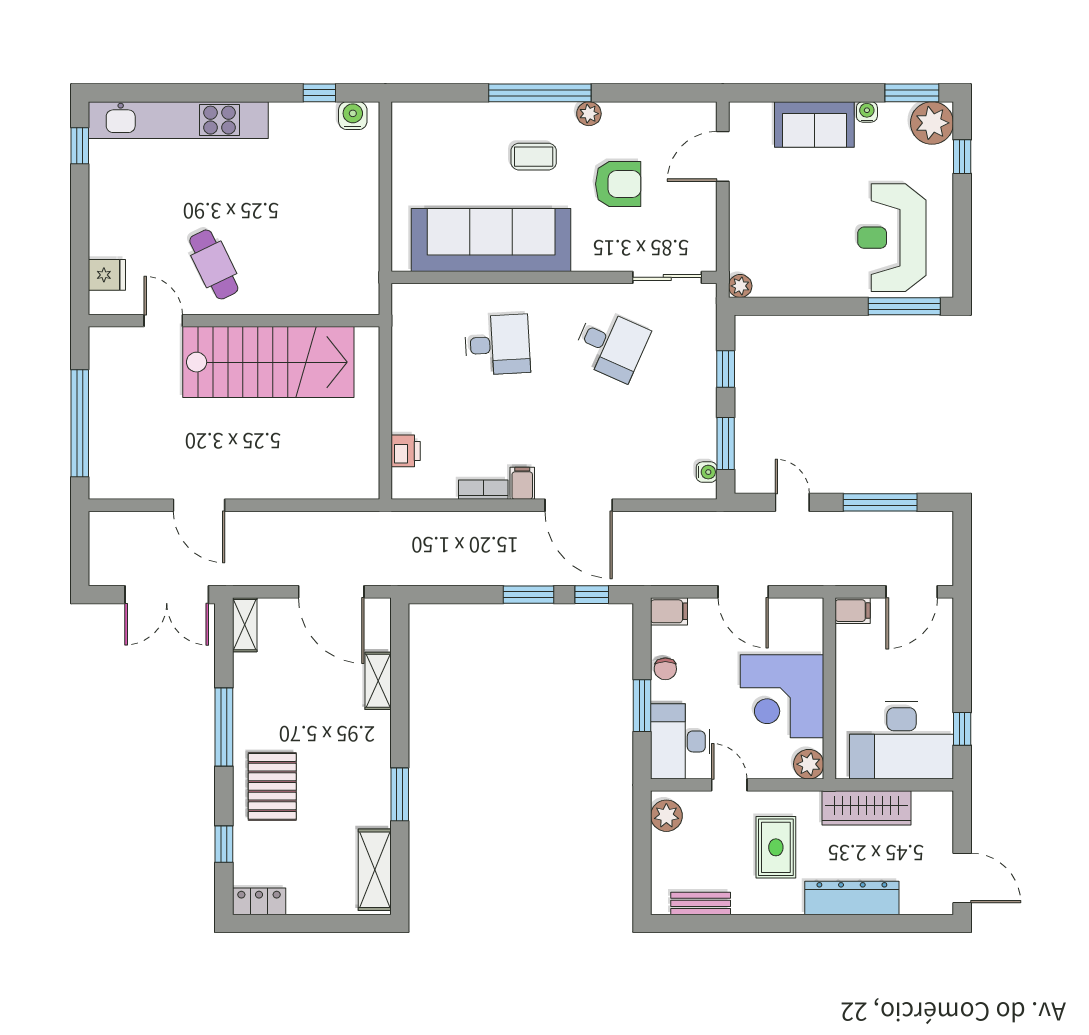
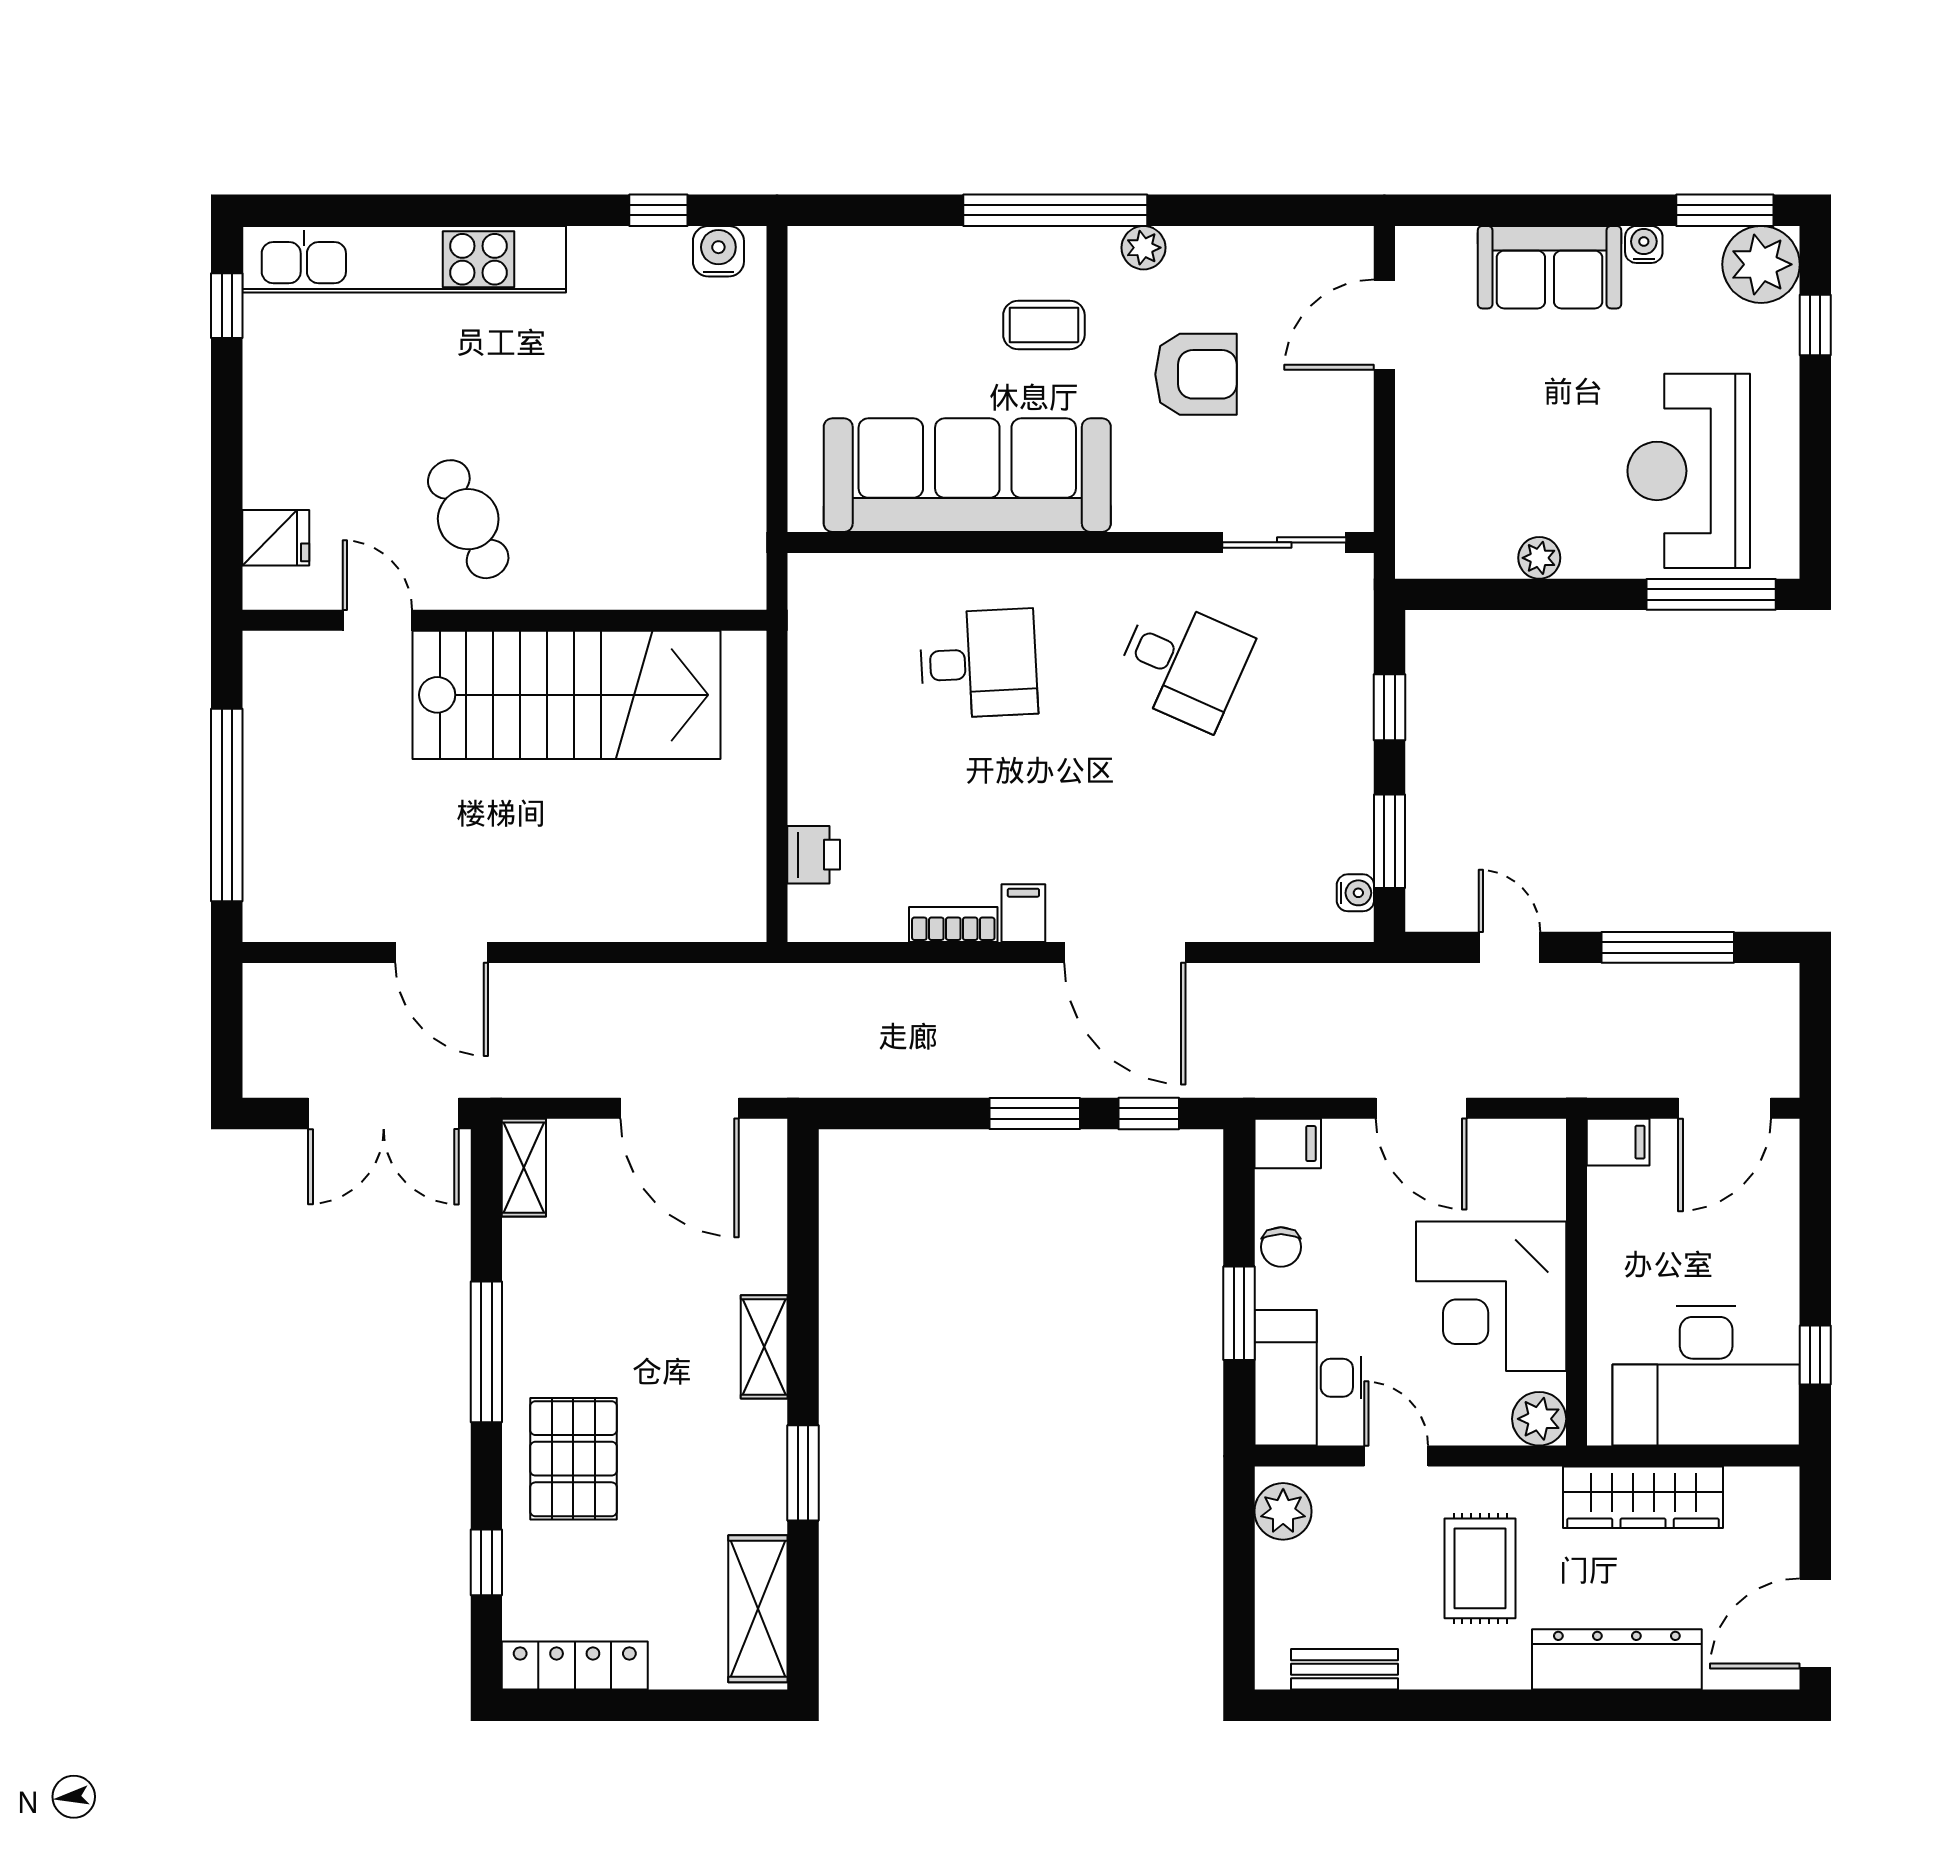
plant: (740, 286) -> (1539, 558), moved
shelving: (378, 681) -> (764, 1347), moved
door: (962, 878) -> (1815, 1623), swing flipped
locker: (259, 901) -> (575, 1666), width x1.53

